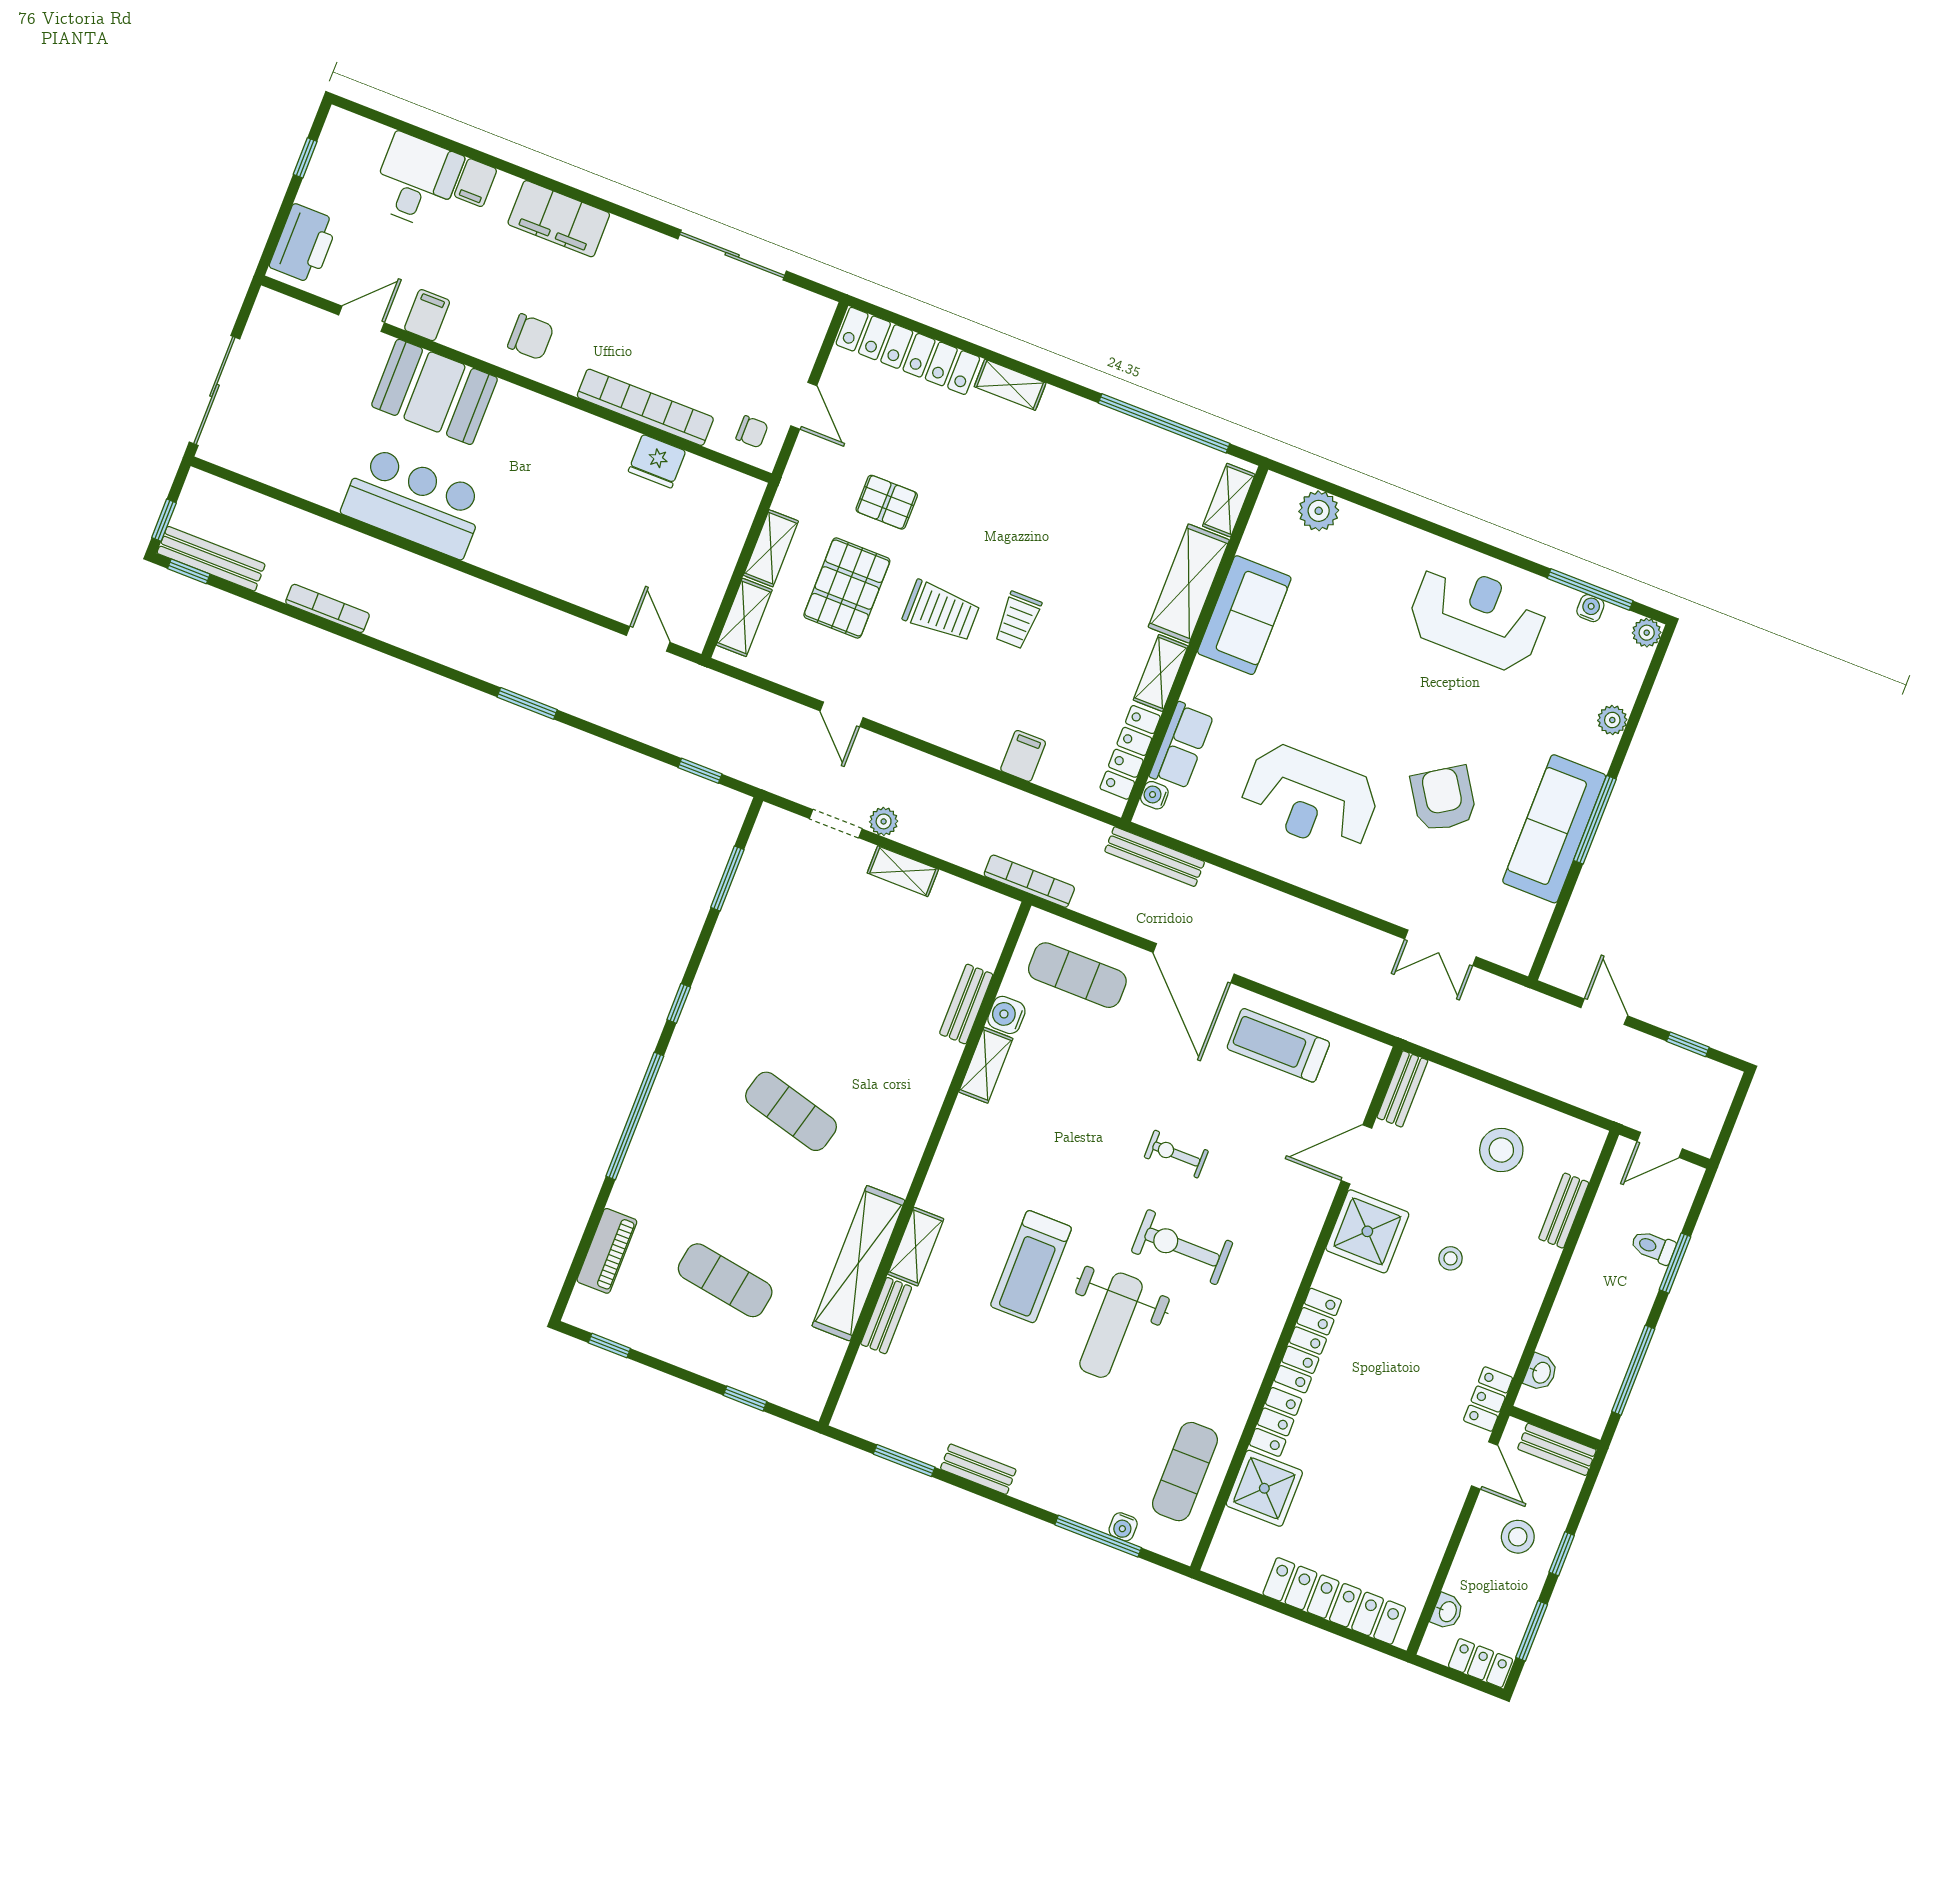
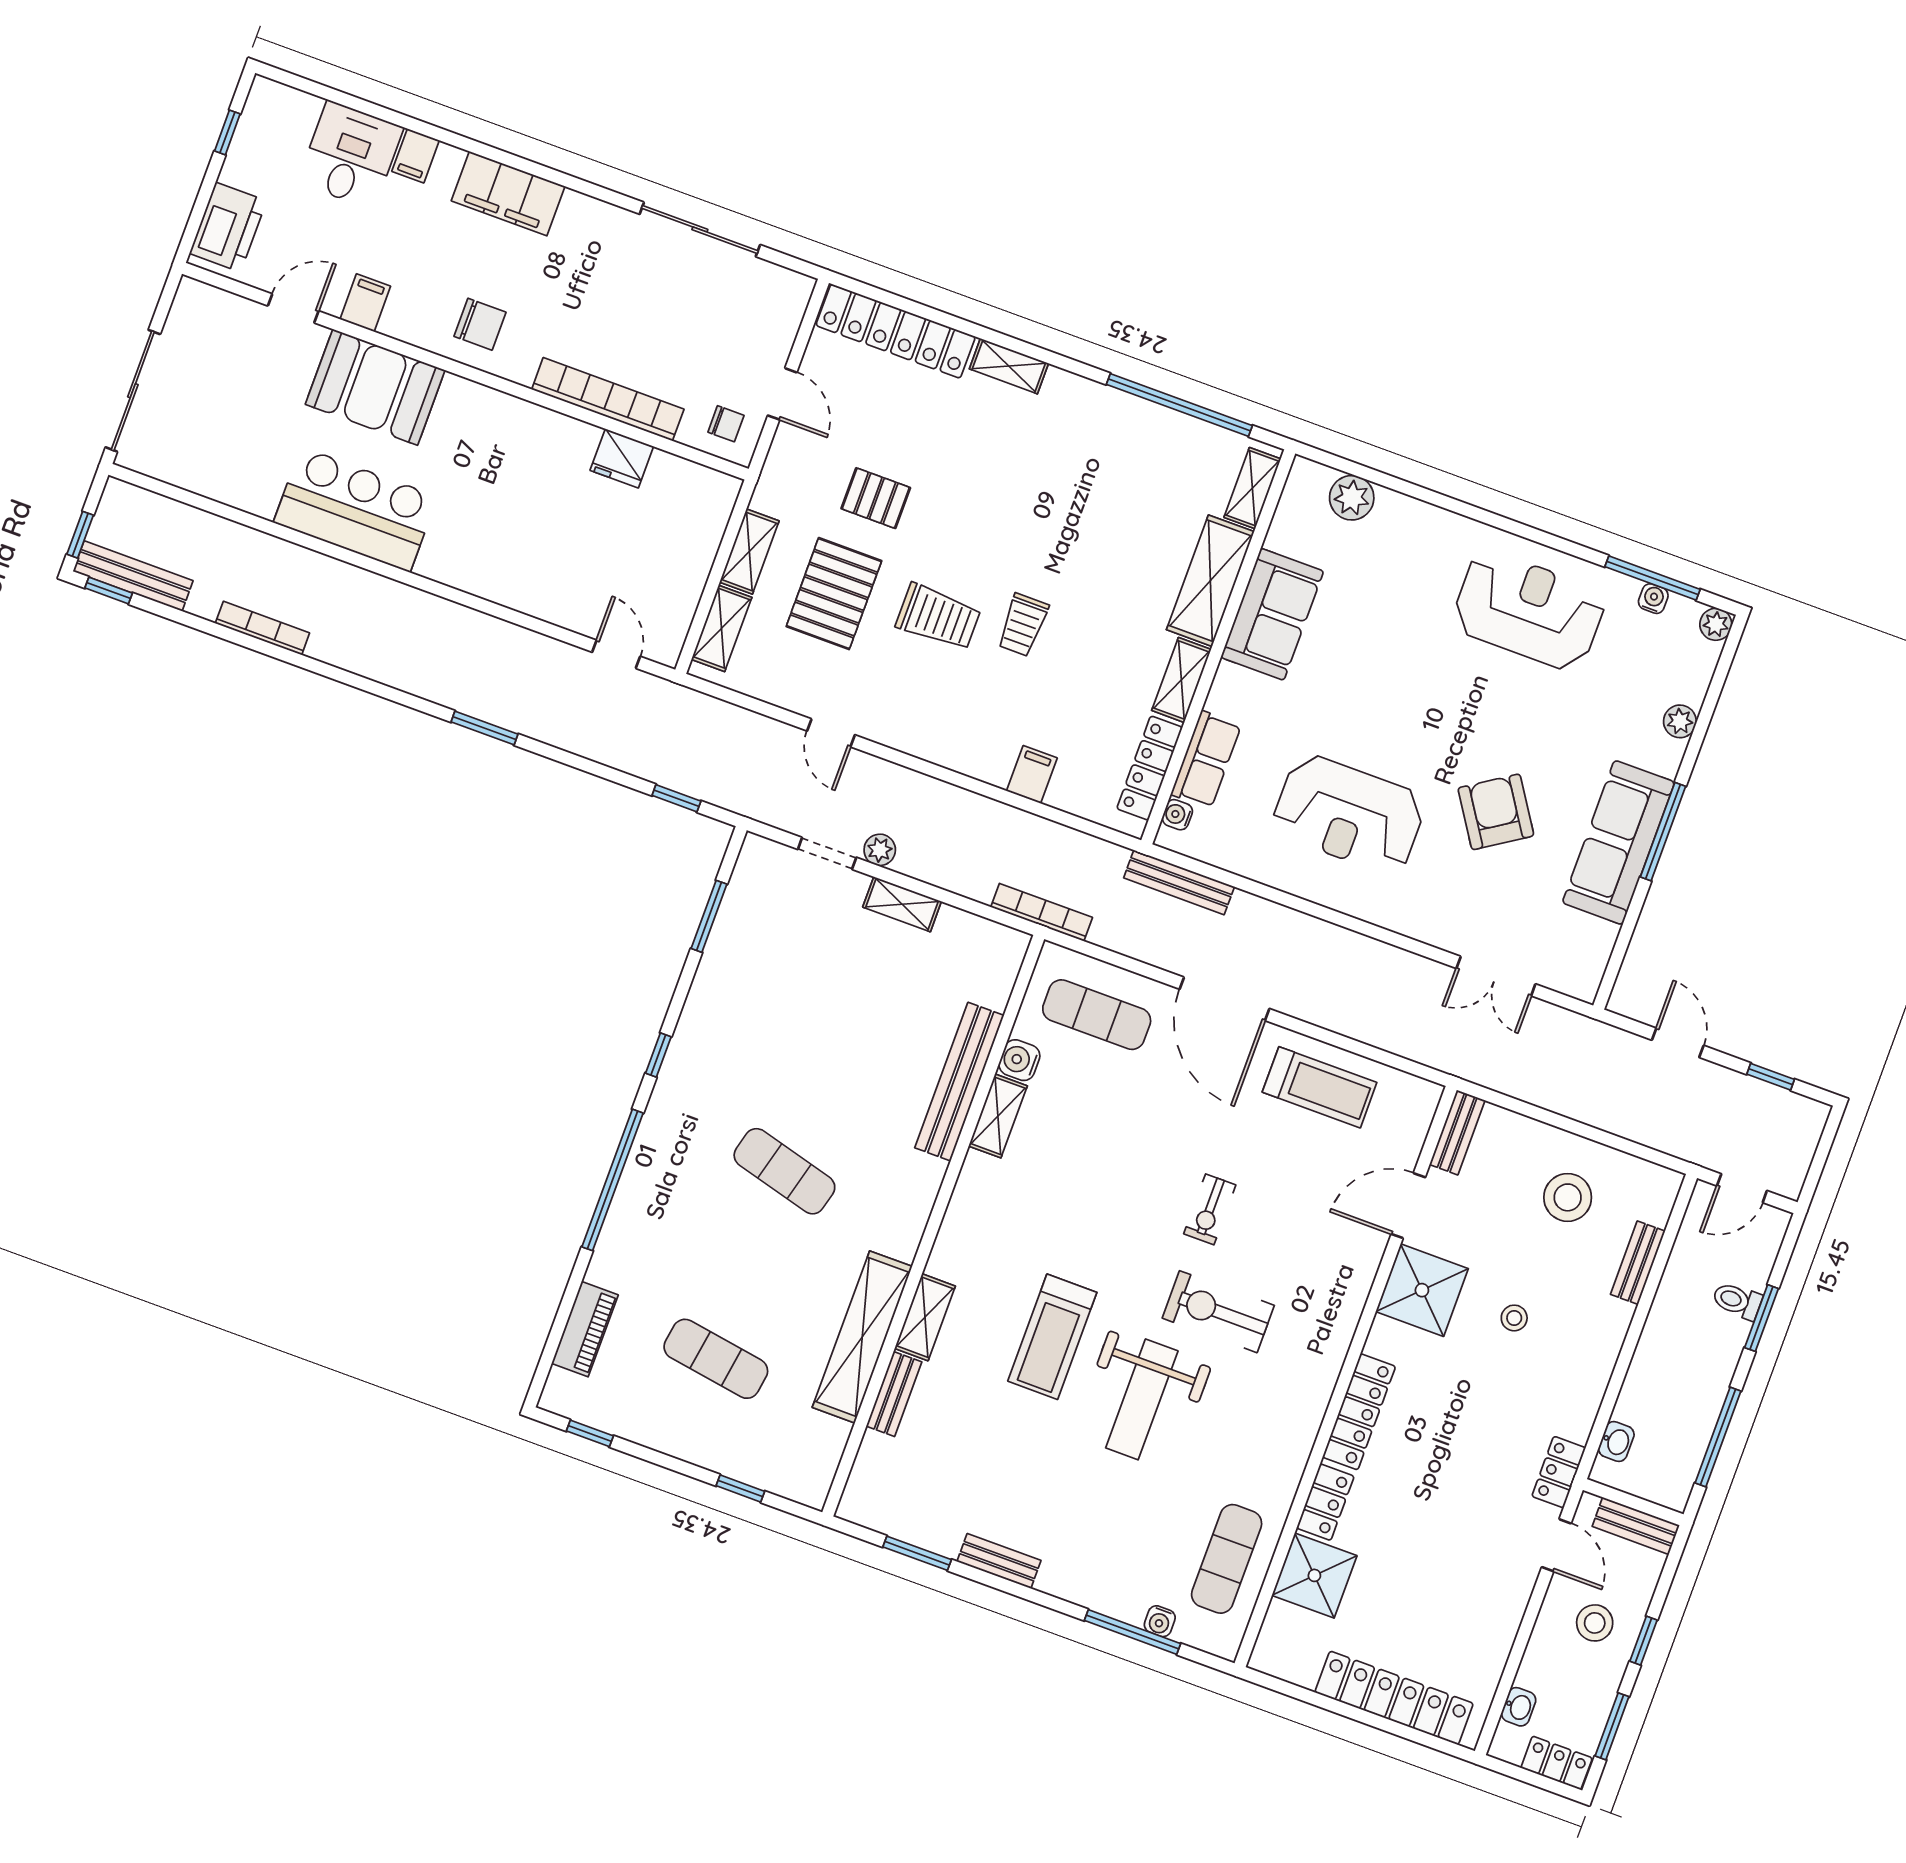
bench: (966, 1004) -> (959, 1082), width x1.86, depth x1.21
treadmill: (1278, 1045) -> (1320, 1087), turned 180
exercise bike: (1176, 1154) -> (1210, 1209), turned -90

